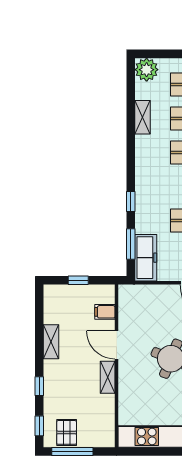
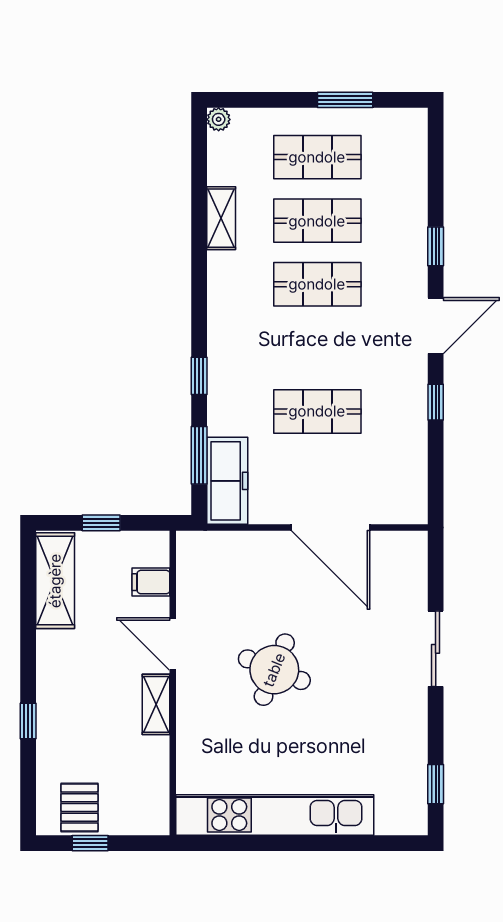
plant: (147, 70) -> (219, 119), width x0.53, depth x0.53
shelving: (51, 342) -> (55, 581), moved, width x1.50, depth x1.33
window: (39, 426) -> (28, 795), removed
window: (72, 452) -> (90, 843), width x0.46

